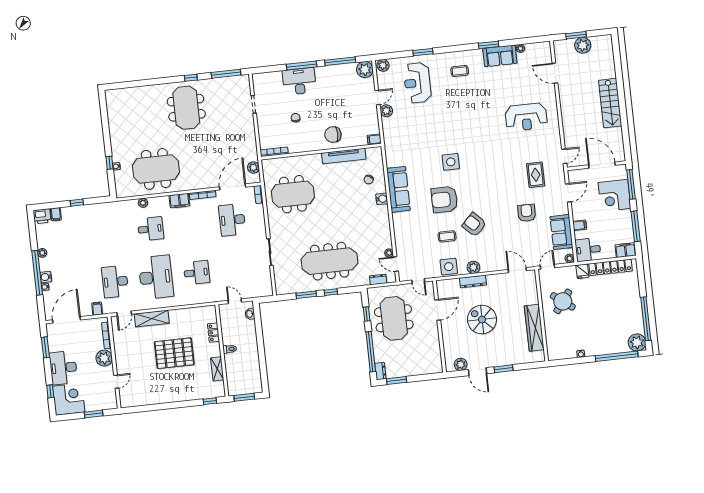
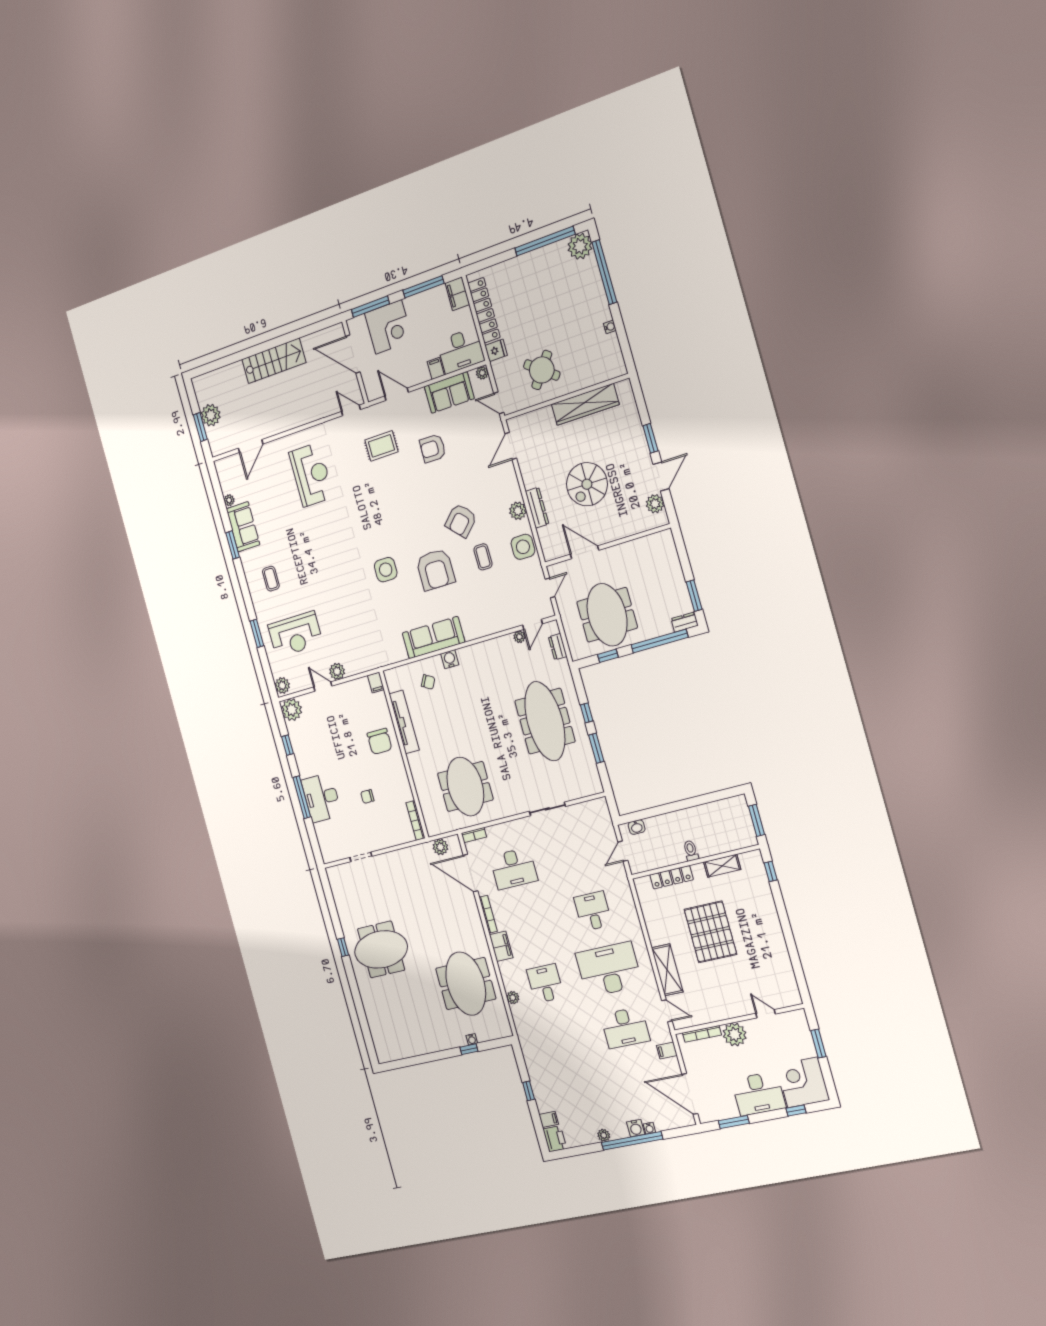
window: (340, 61) -> (288, 745), width x0.46
window: (226, 74) -> (330, 900), removed
door: (602, 165) -> (353, 354), hinge flipped
desk: (588, 250) -> (461, 351), width x1.37
meeting table: (394, 318) -> (607, 615), turned 90
locker: (213, 333) -> (672, 877), width x1.53

